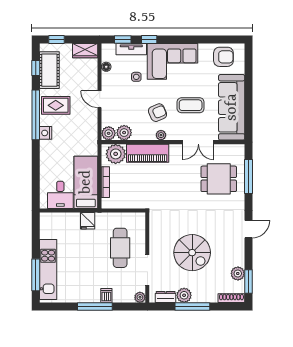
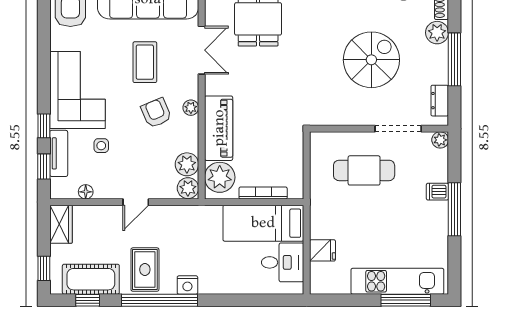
fridge: (88, 221) -> (322, 250), moved
plant: (184, 295) -> (437, 33), moved

